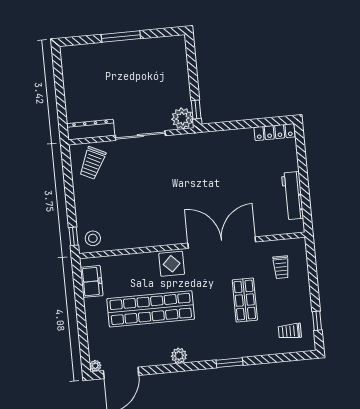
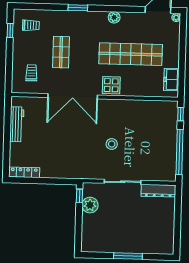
plant: (182, 118) -> (90, 205), moved
trolley: (92, 163) -> (160, 166), removed
window: (69, 185) -> (179, 152), added
stool: (93, 238) -> (112, 144), moved

